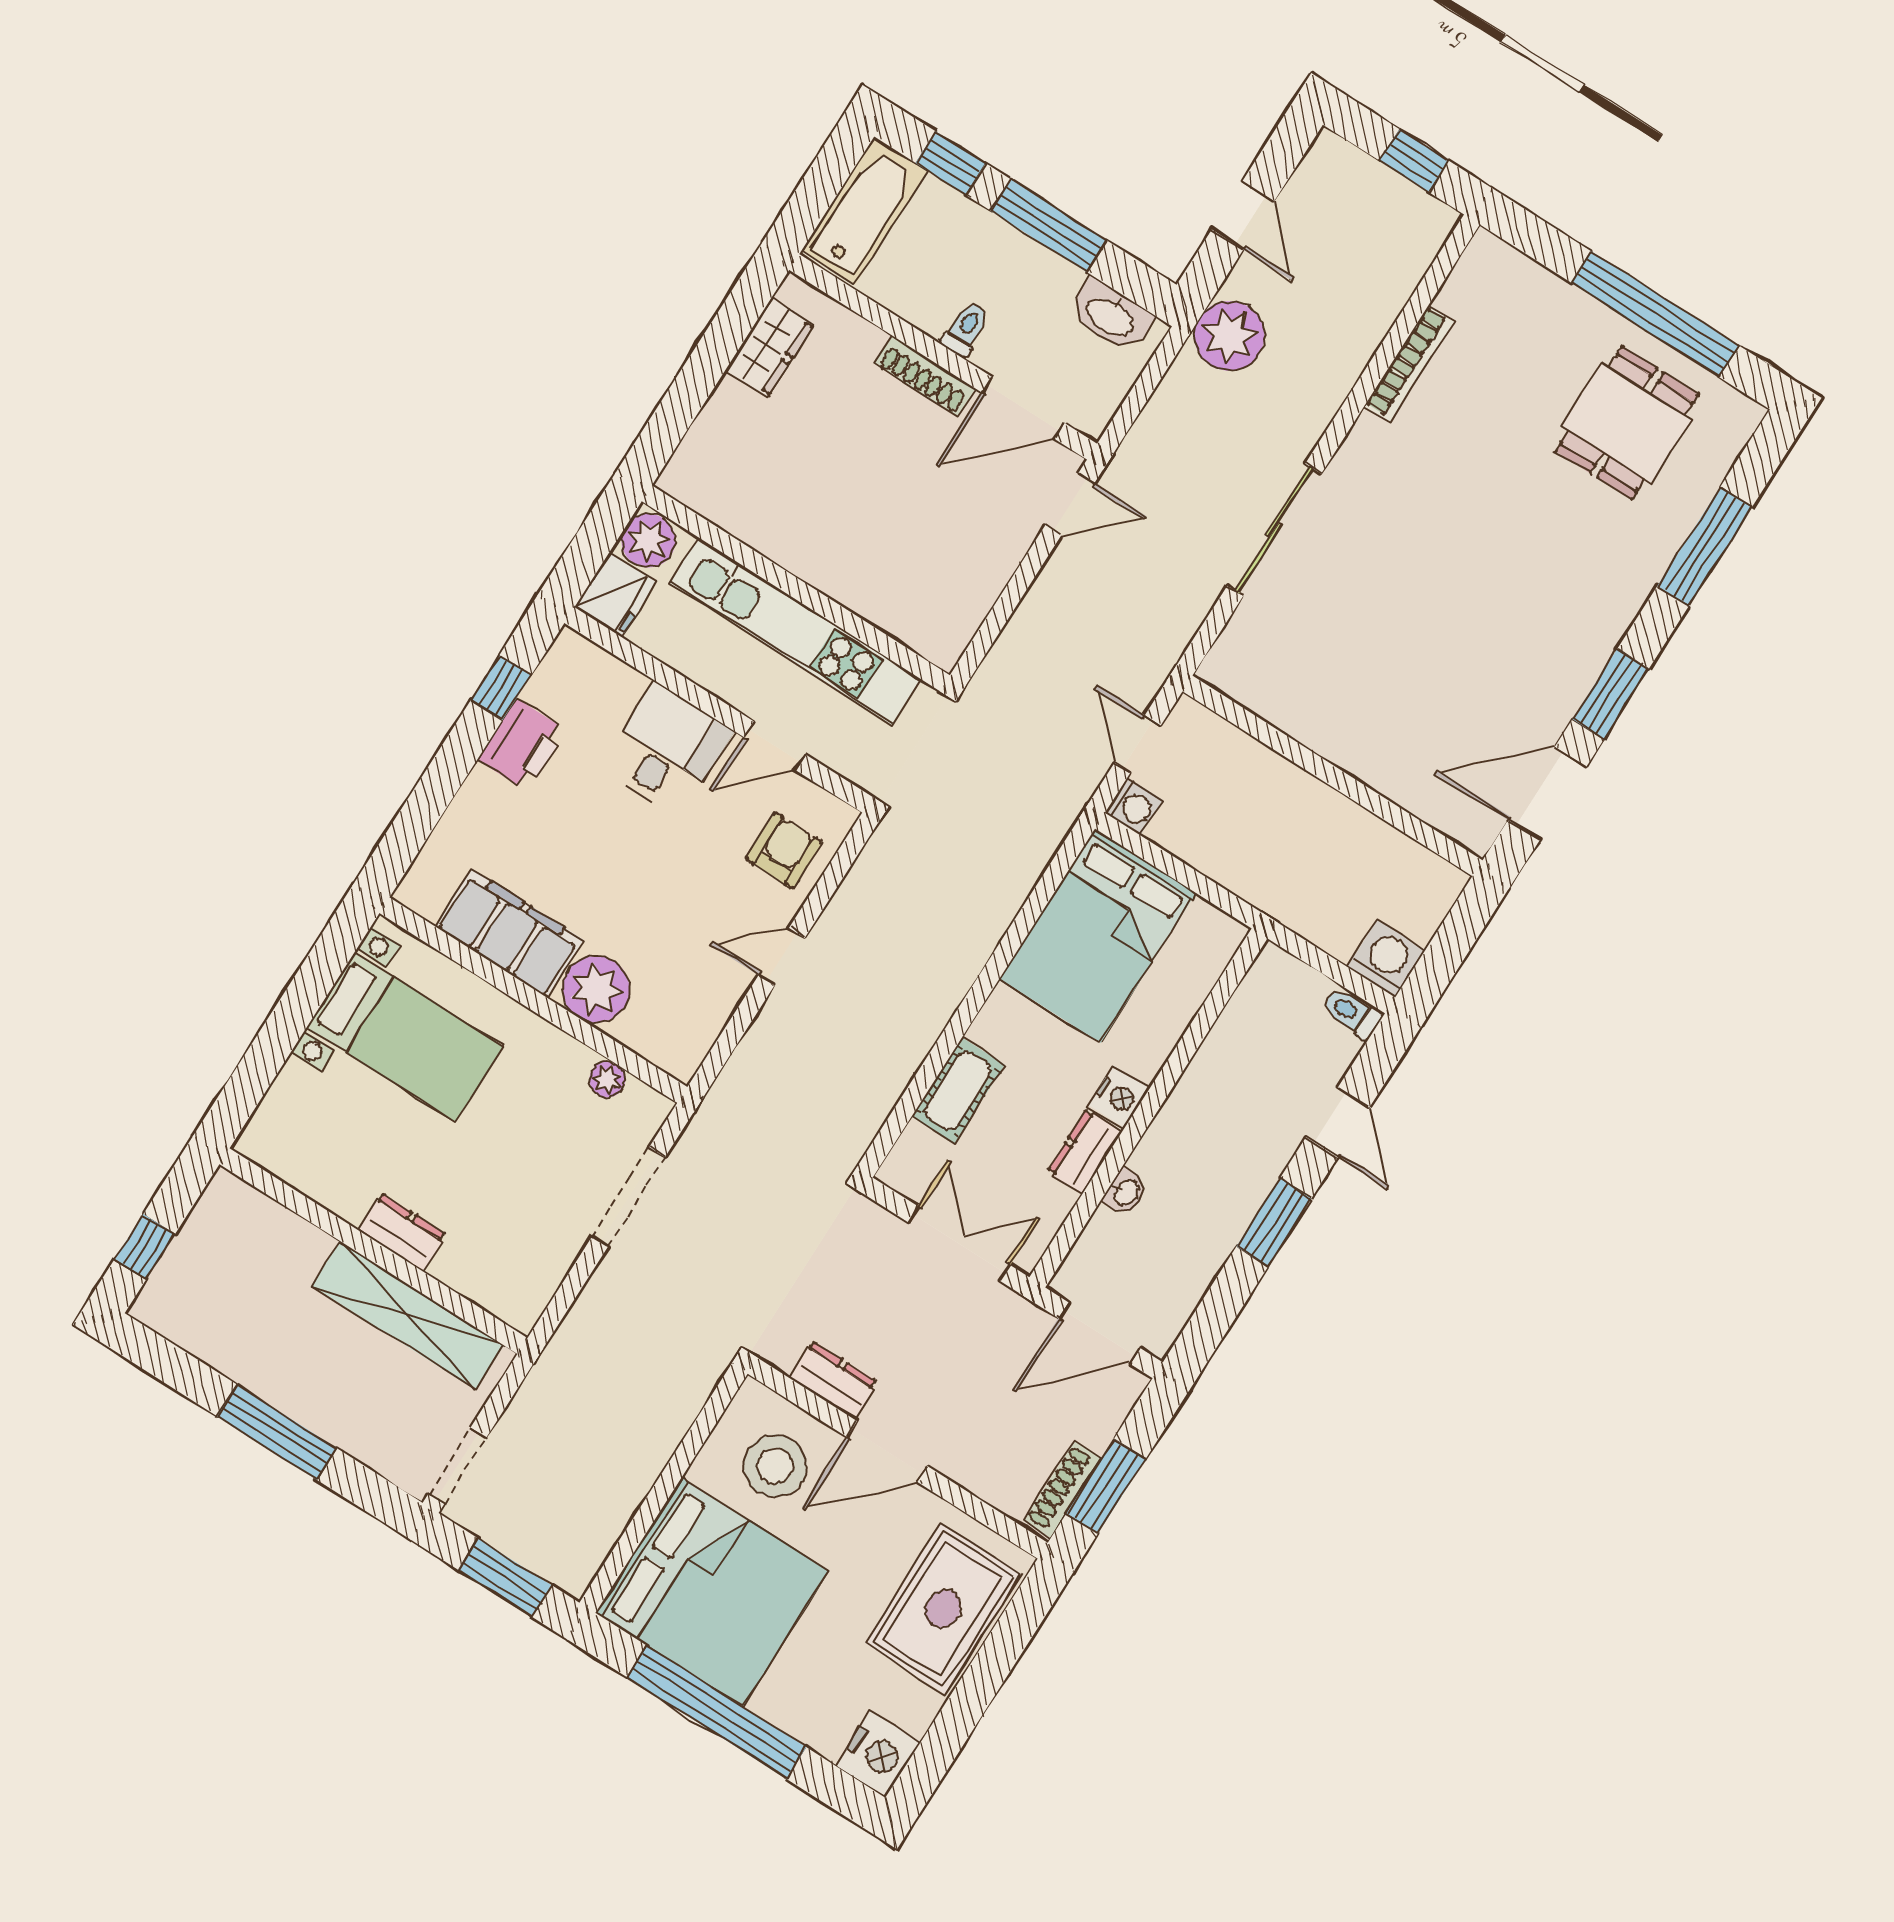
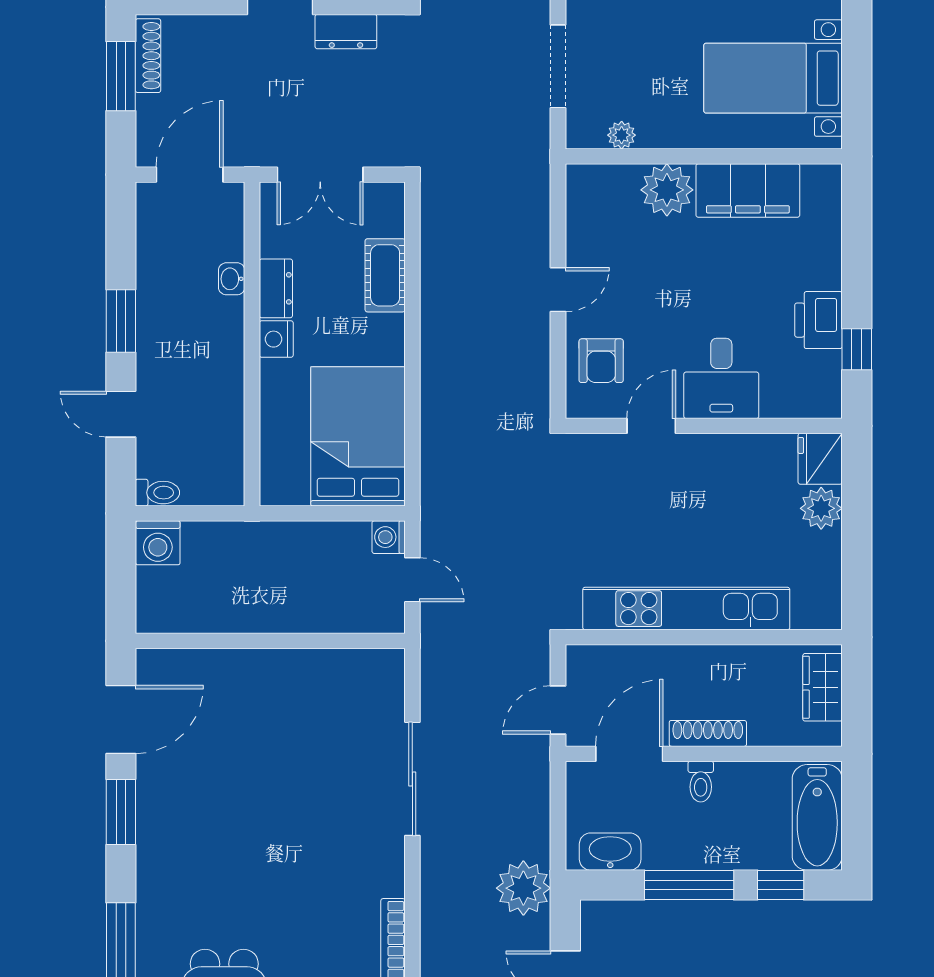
wall: (796, 588) -> (704, 637), moved
kitchen unit: (795, 631) -> (686, 609), moved

